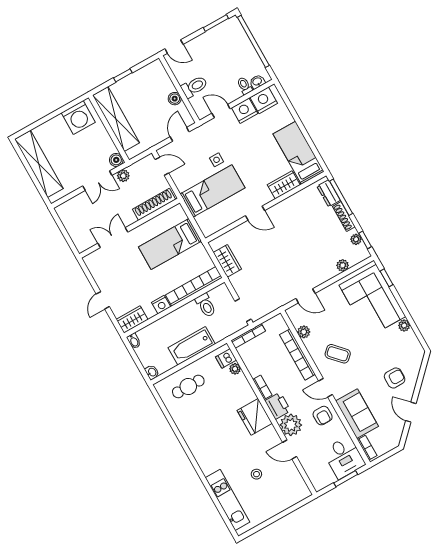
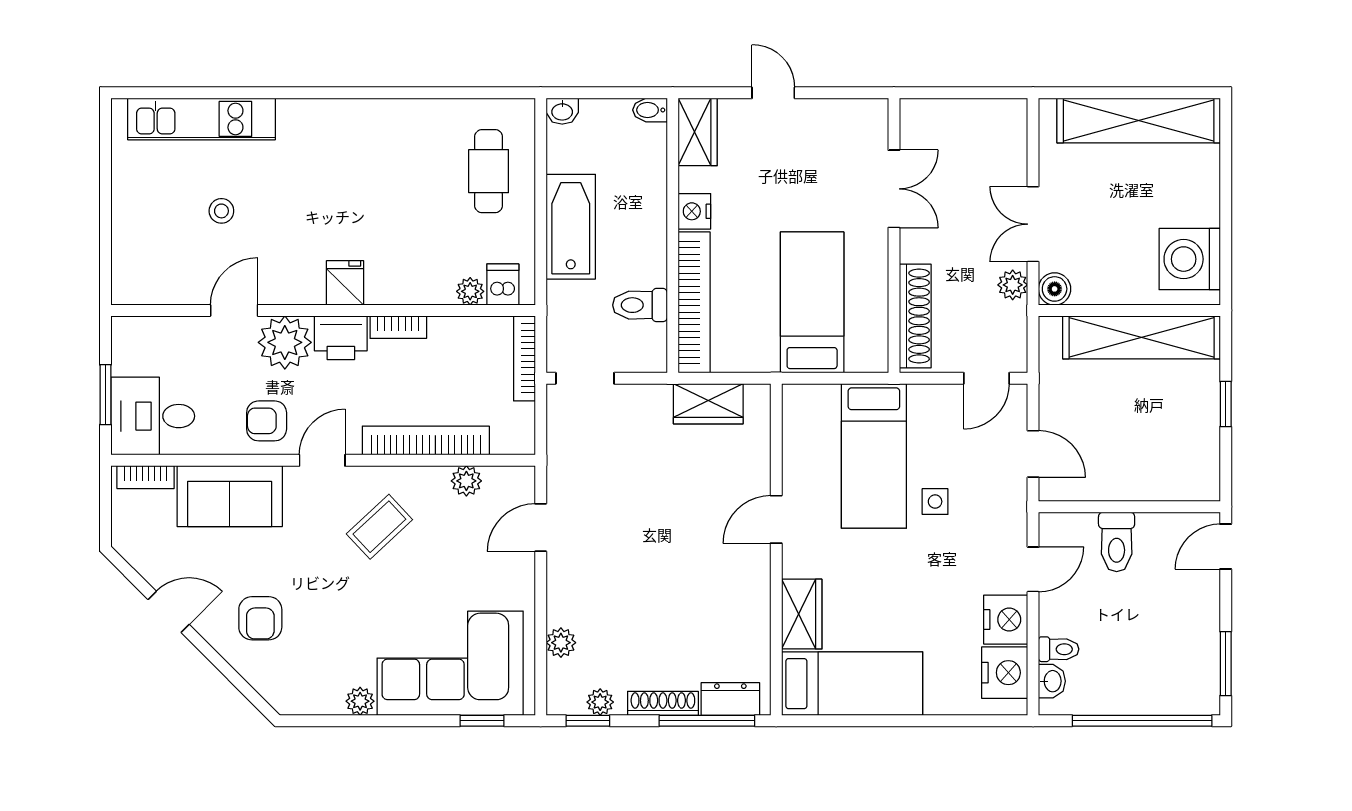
boiler: (175, 99) -> (1115, 486), removed
fridge: (255, 417) -> (345, 283), width x0.53, depth x0.75

